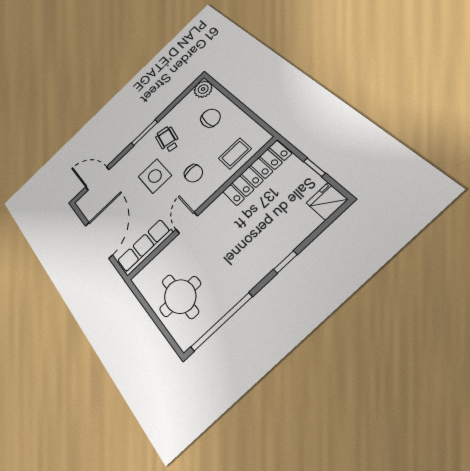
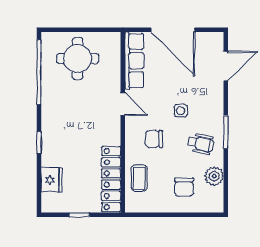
plant: (203, 89) -> (214, 176), moved
side table: (155, 176) -> (181, 111), width x0.54, depth x0.54
fridge: (327, 201) -> (52, 180), moved

